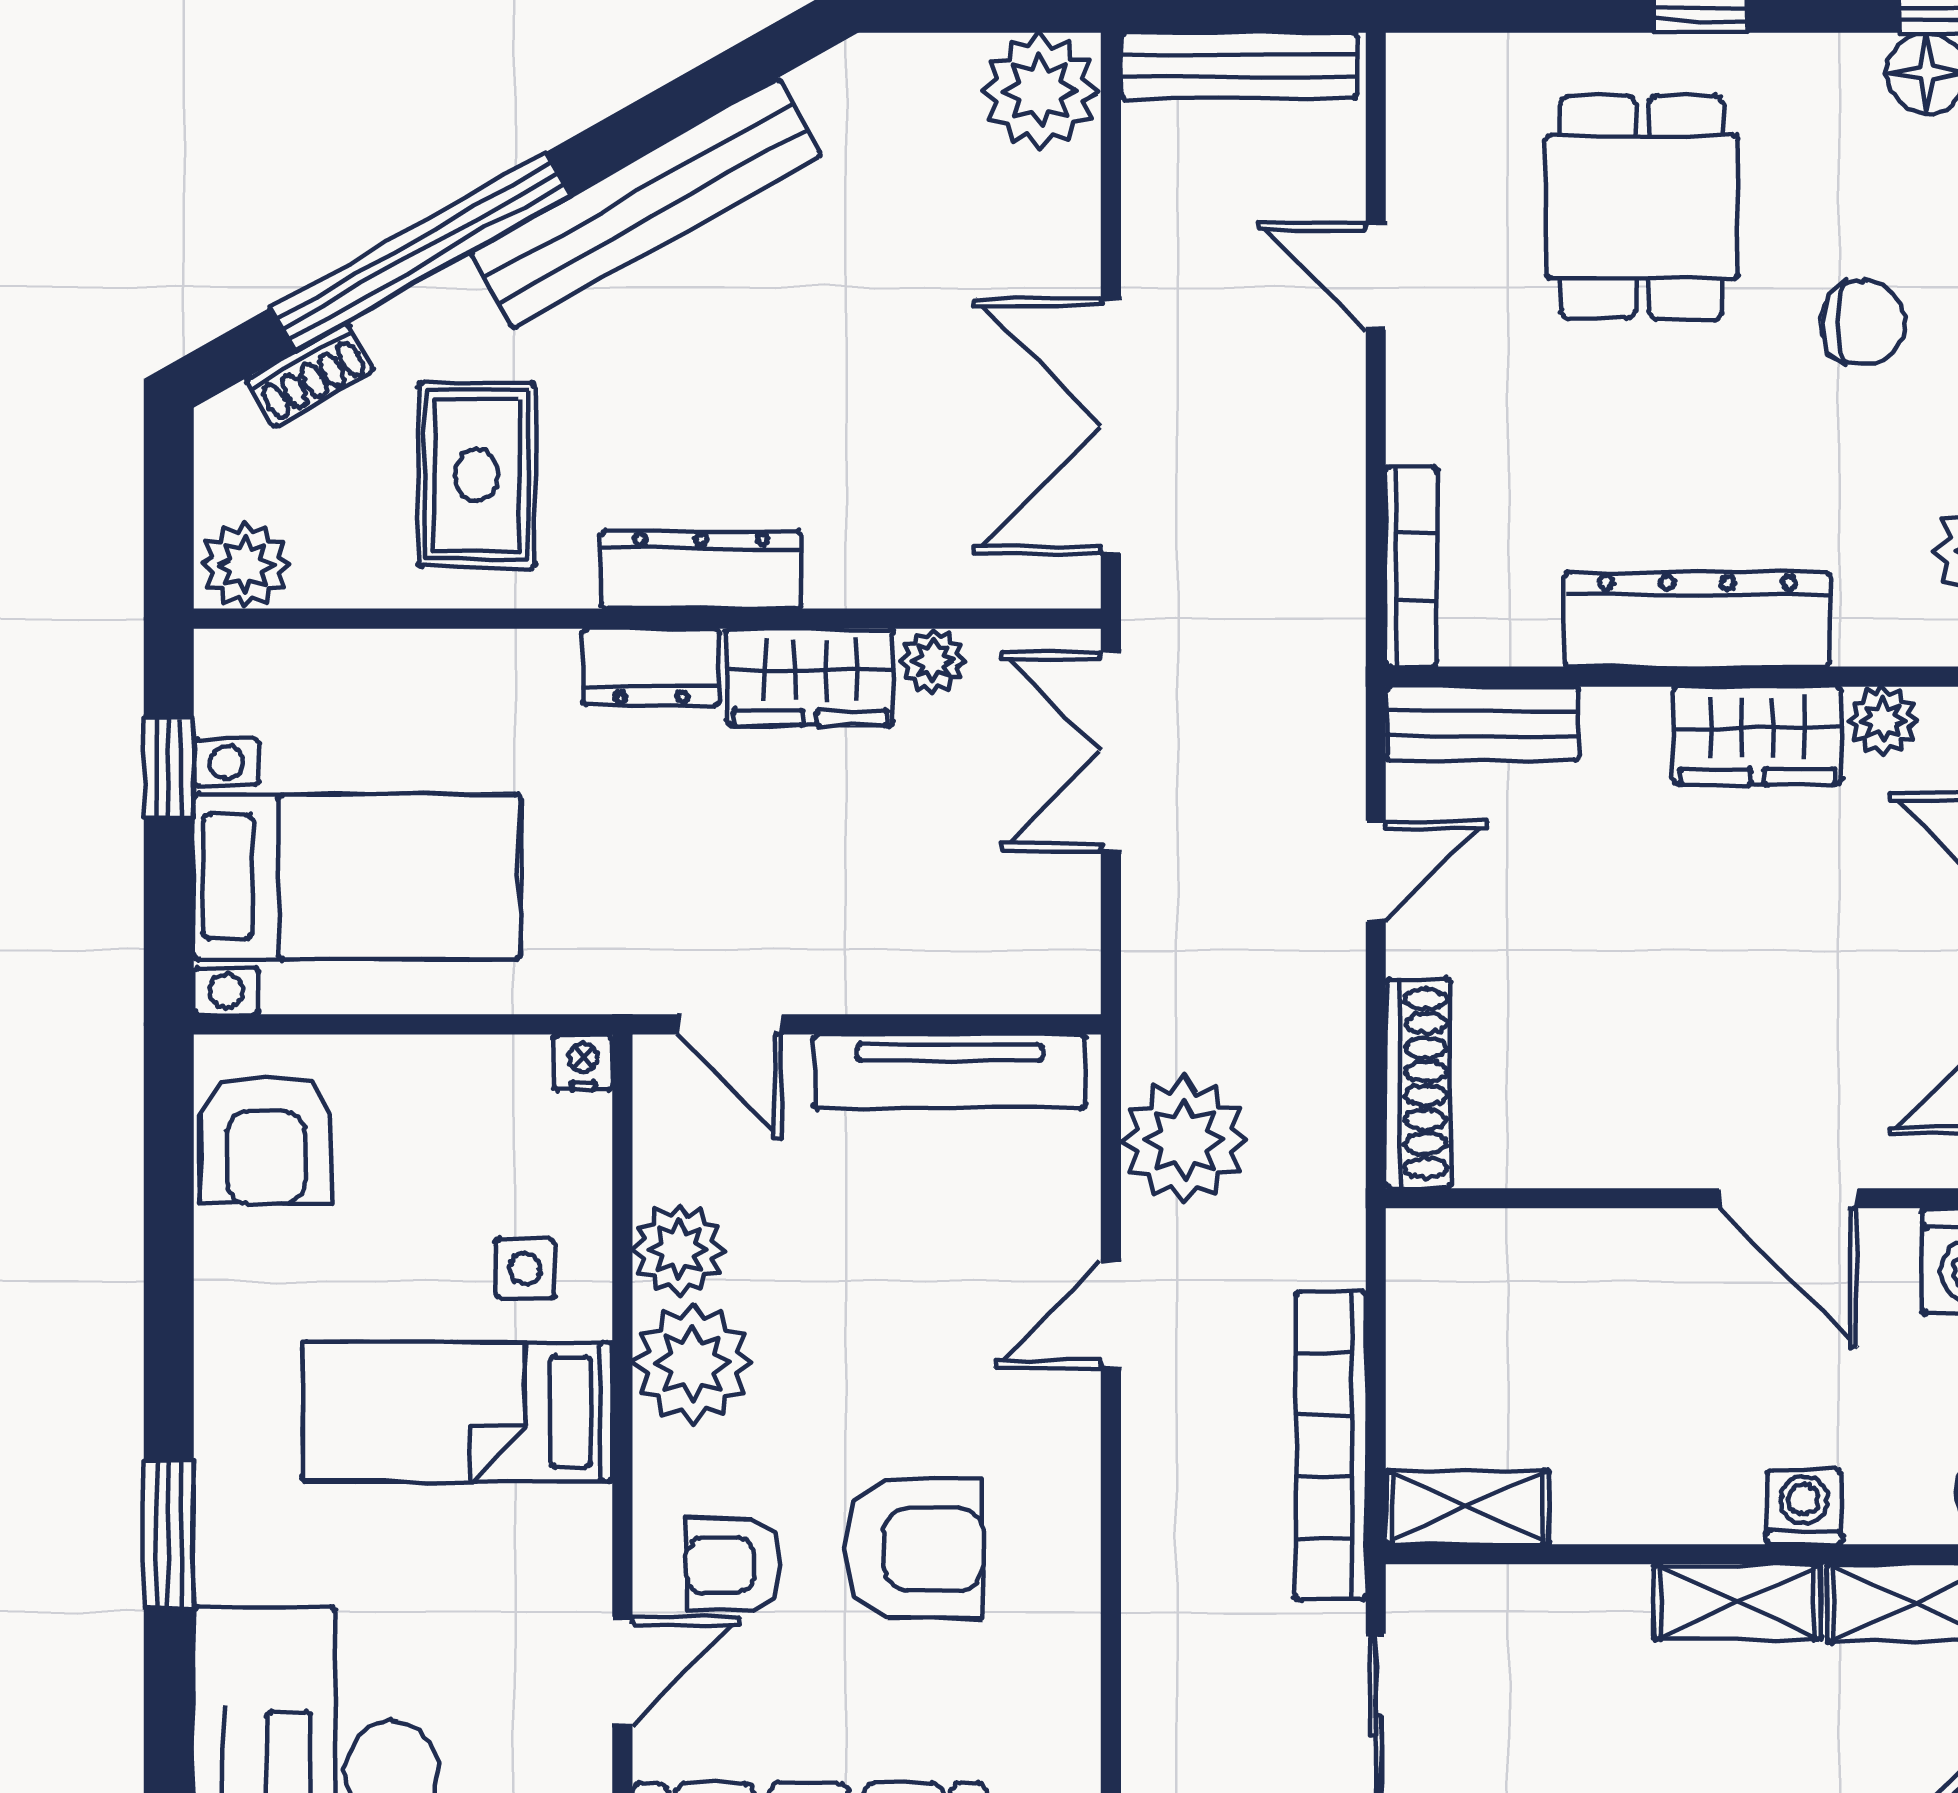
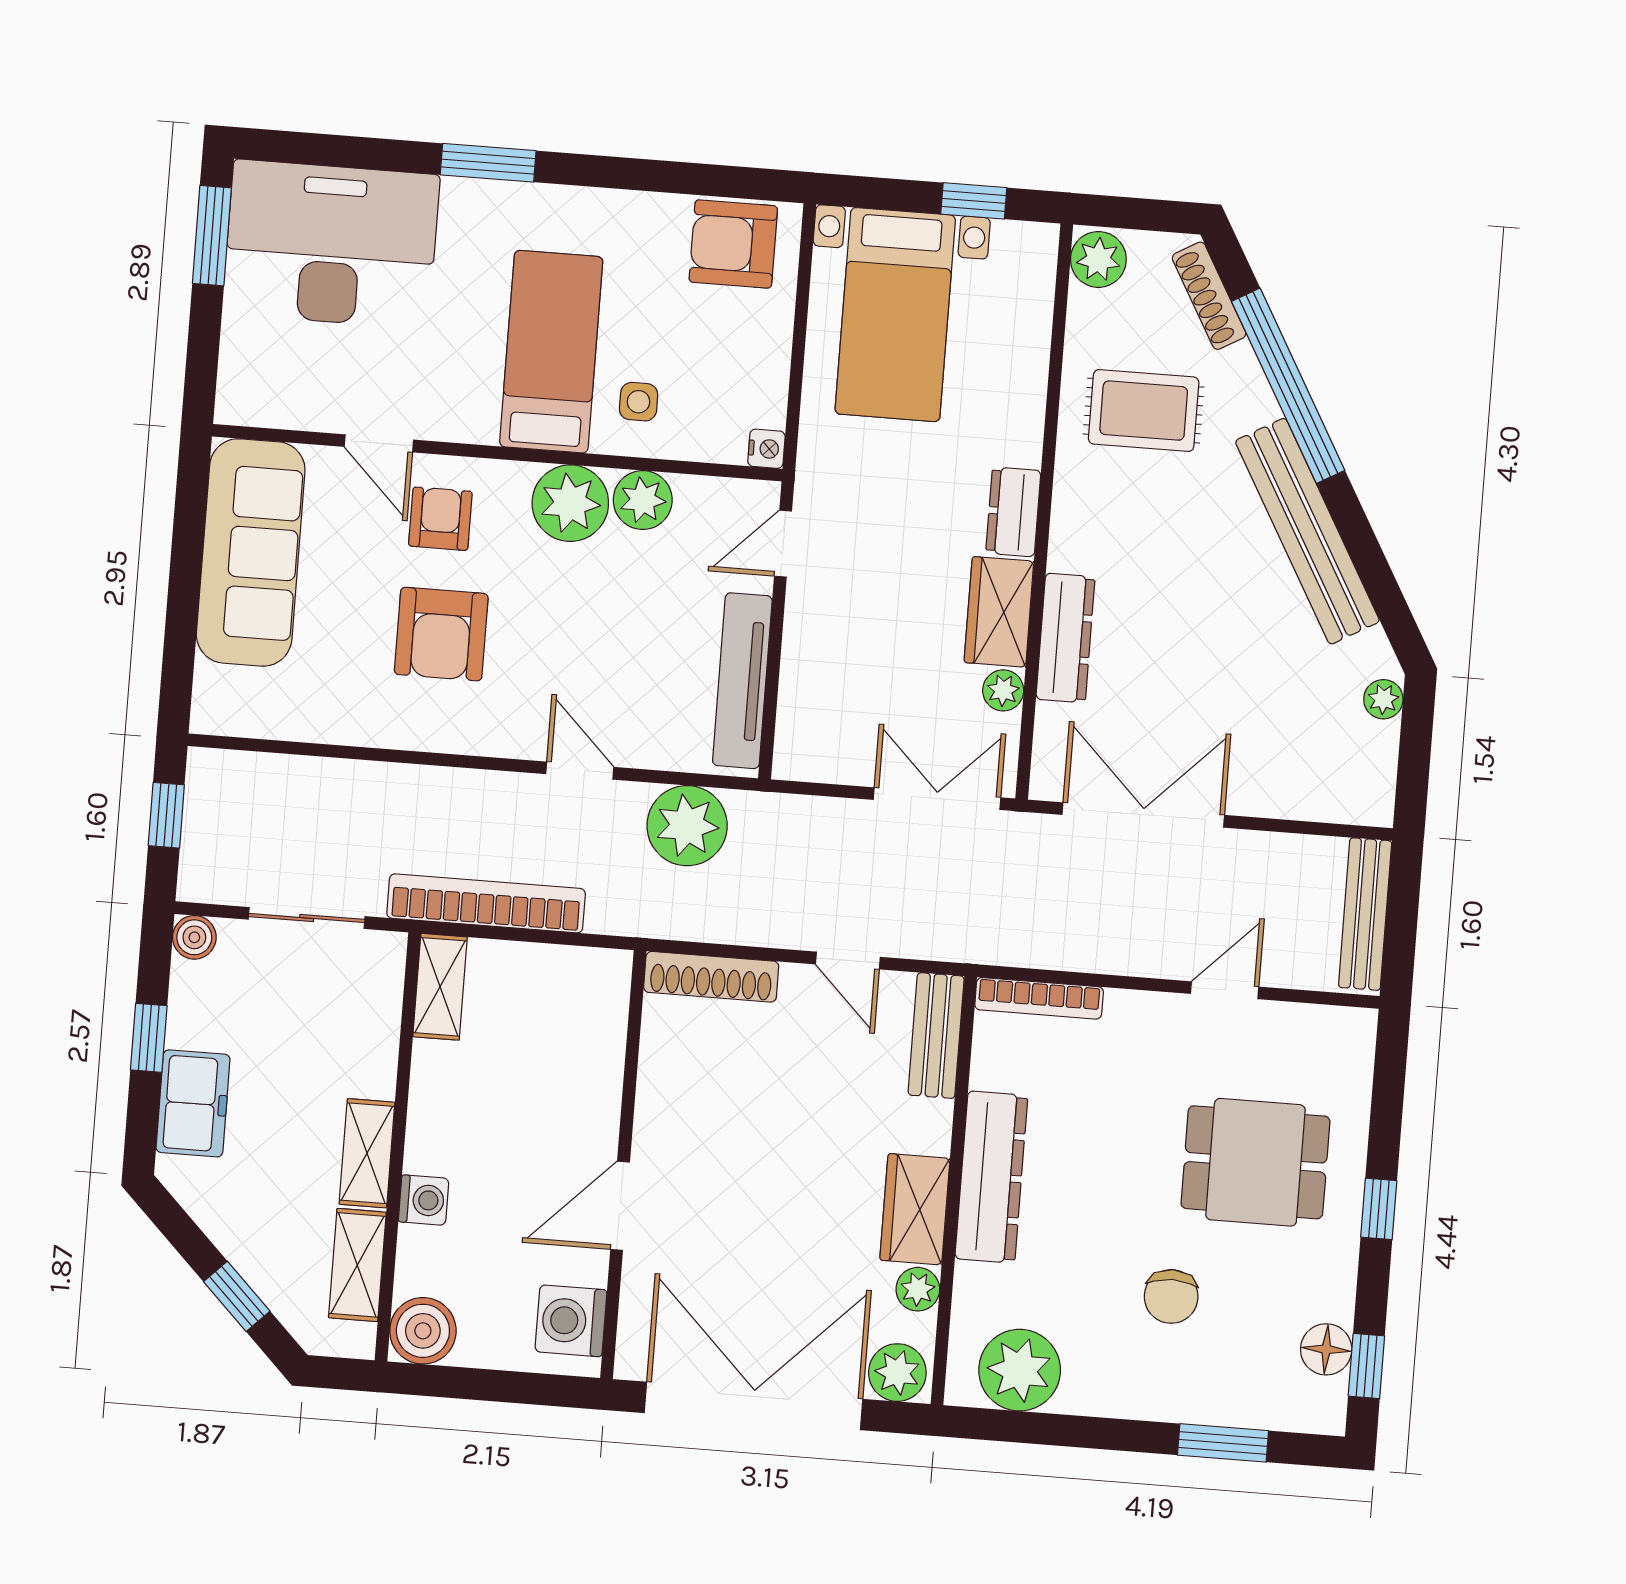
plant: (1040, 91) -> (1383, 699), moved, width x0.53, depth x0.53
shoe rack: (310, 374) -> (1209, 296), width x1.43
dresser: (701, 570) -> (1065, 638), moved

